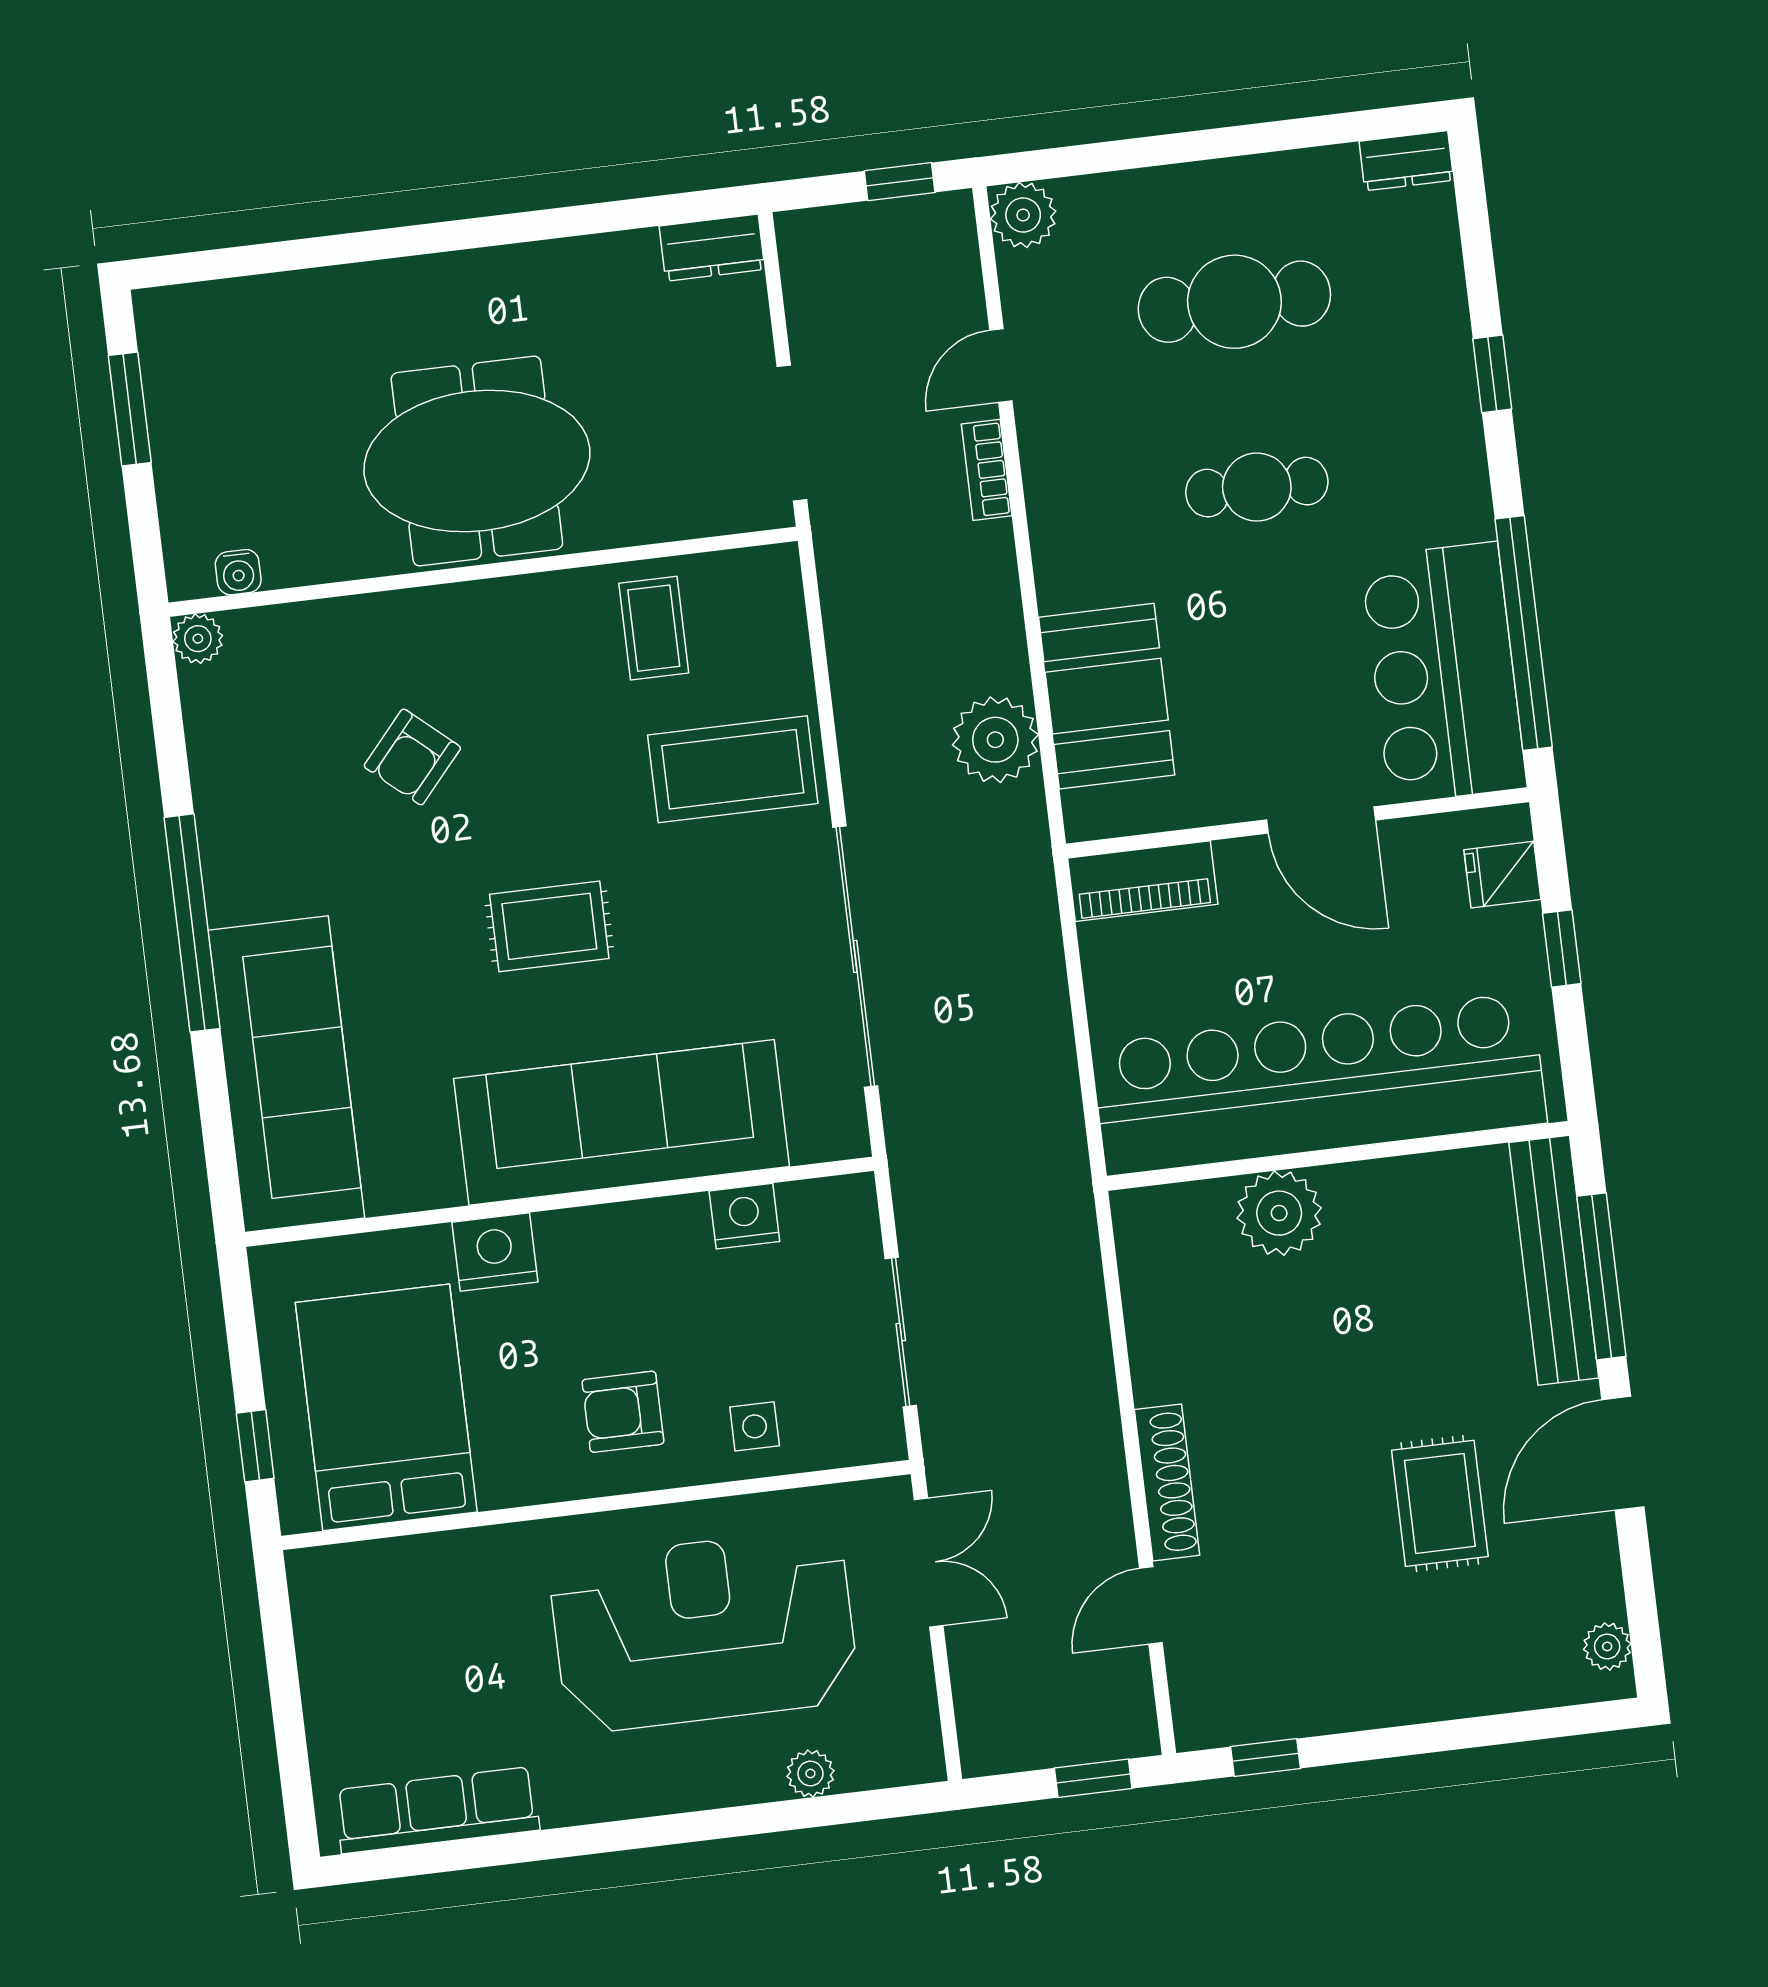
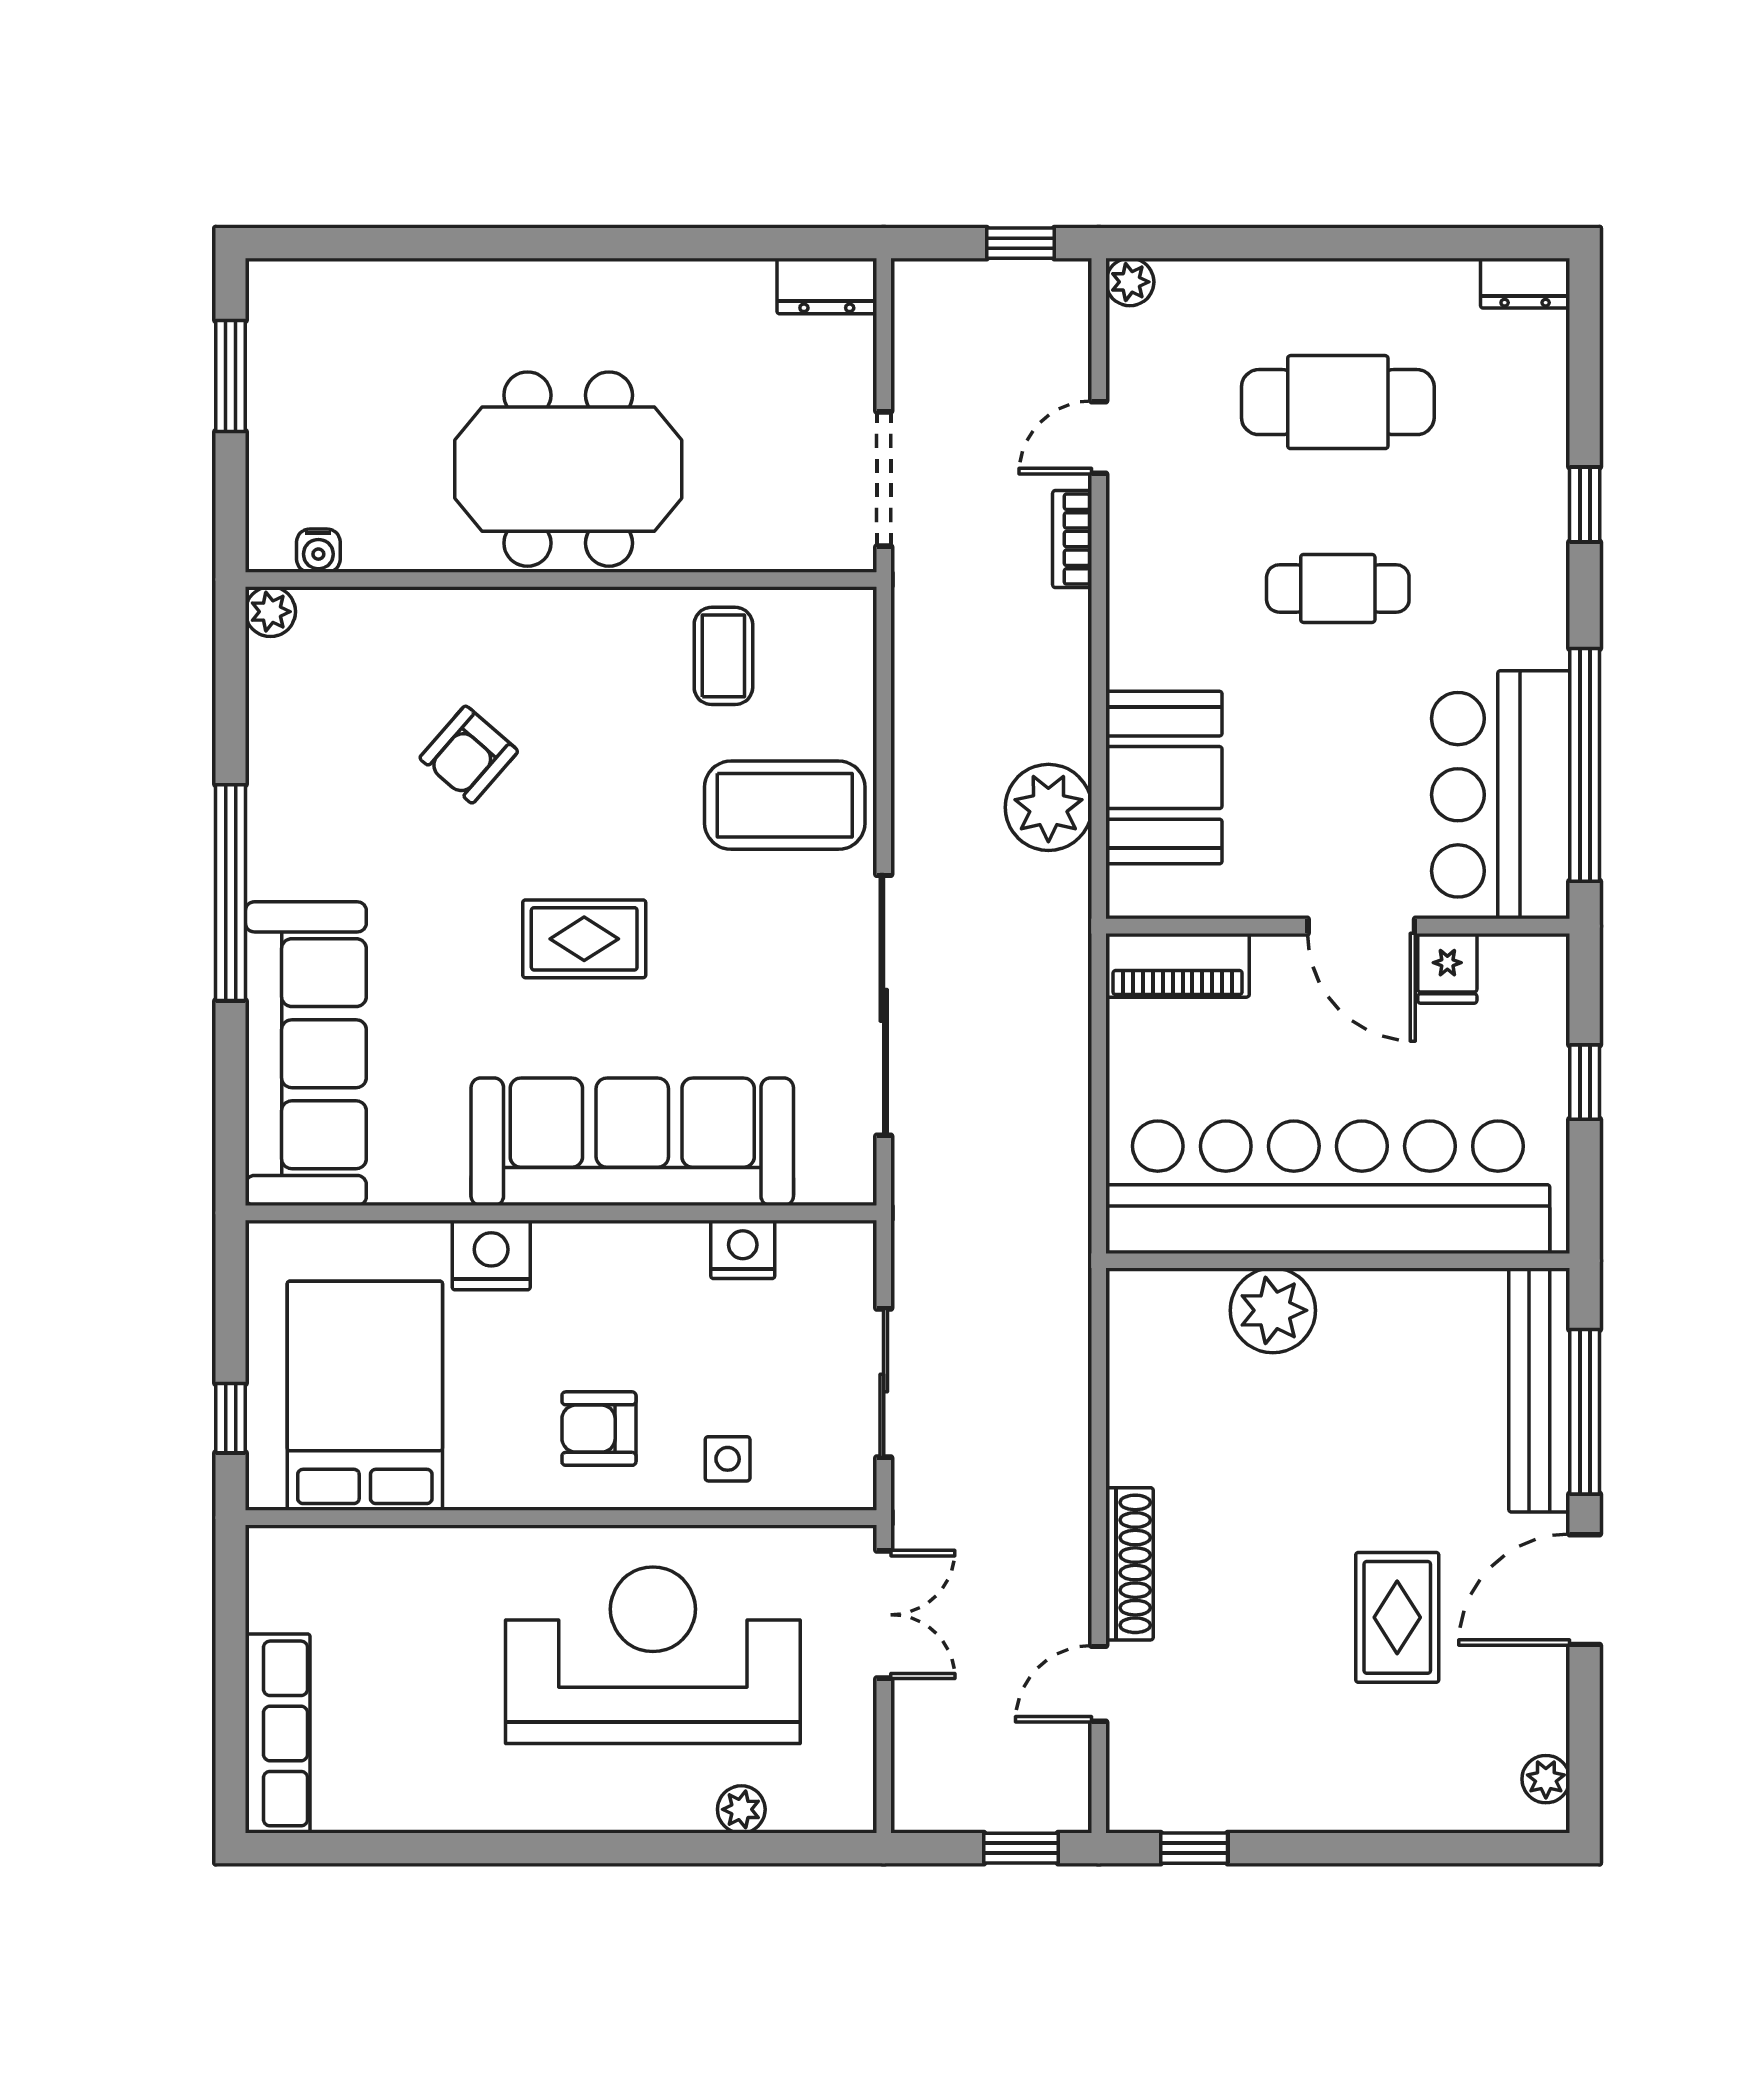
plant: (1023, 215) -> (1130, 282), width x0.73, depth x0.73
fridge: (1502, 875) -> (1447, 968), moved, turned -90
row of seats: (437, 1810) -> (278, 1733), moved, turned 90

